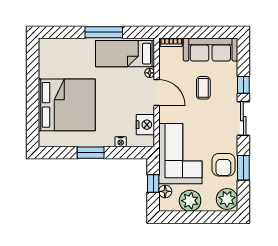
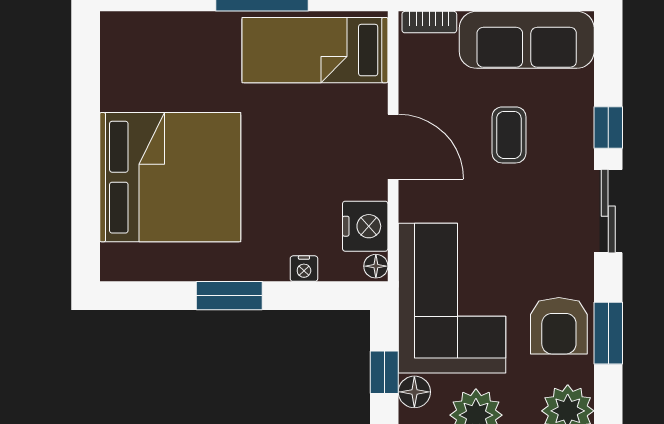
floor lamp: (150, 73) -> (376, 266), moved

